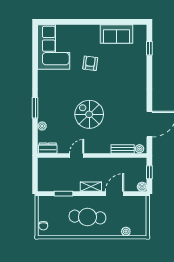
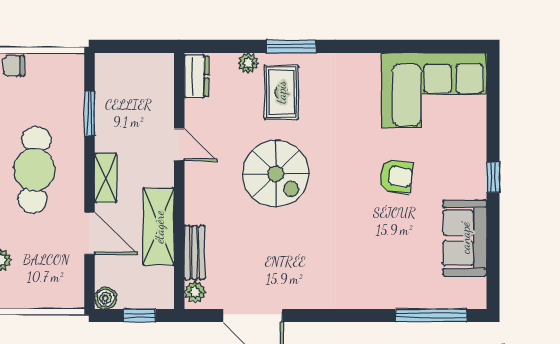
window: (91, 22) -> (493, 177), added
window: (149, 48) -> (431, 315), width x2.17
rug: (55, 112) -> (281, 92), added
spiral stairs: (89, 114) -> (276, 174), turned 90
shelving: (112, 164) -> (159, 227), added

